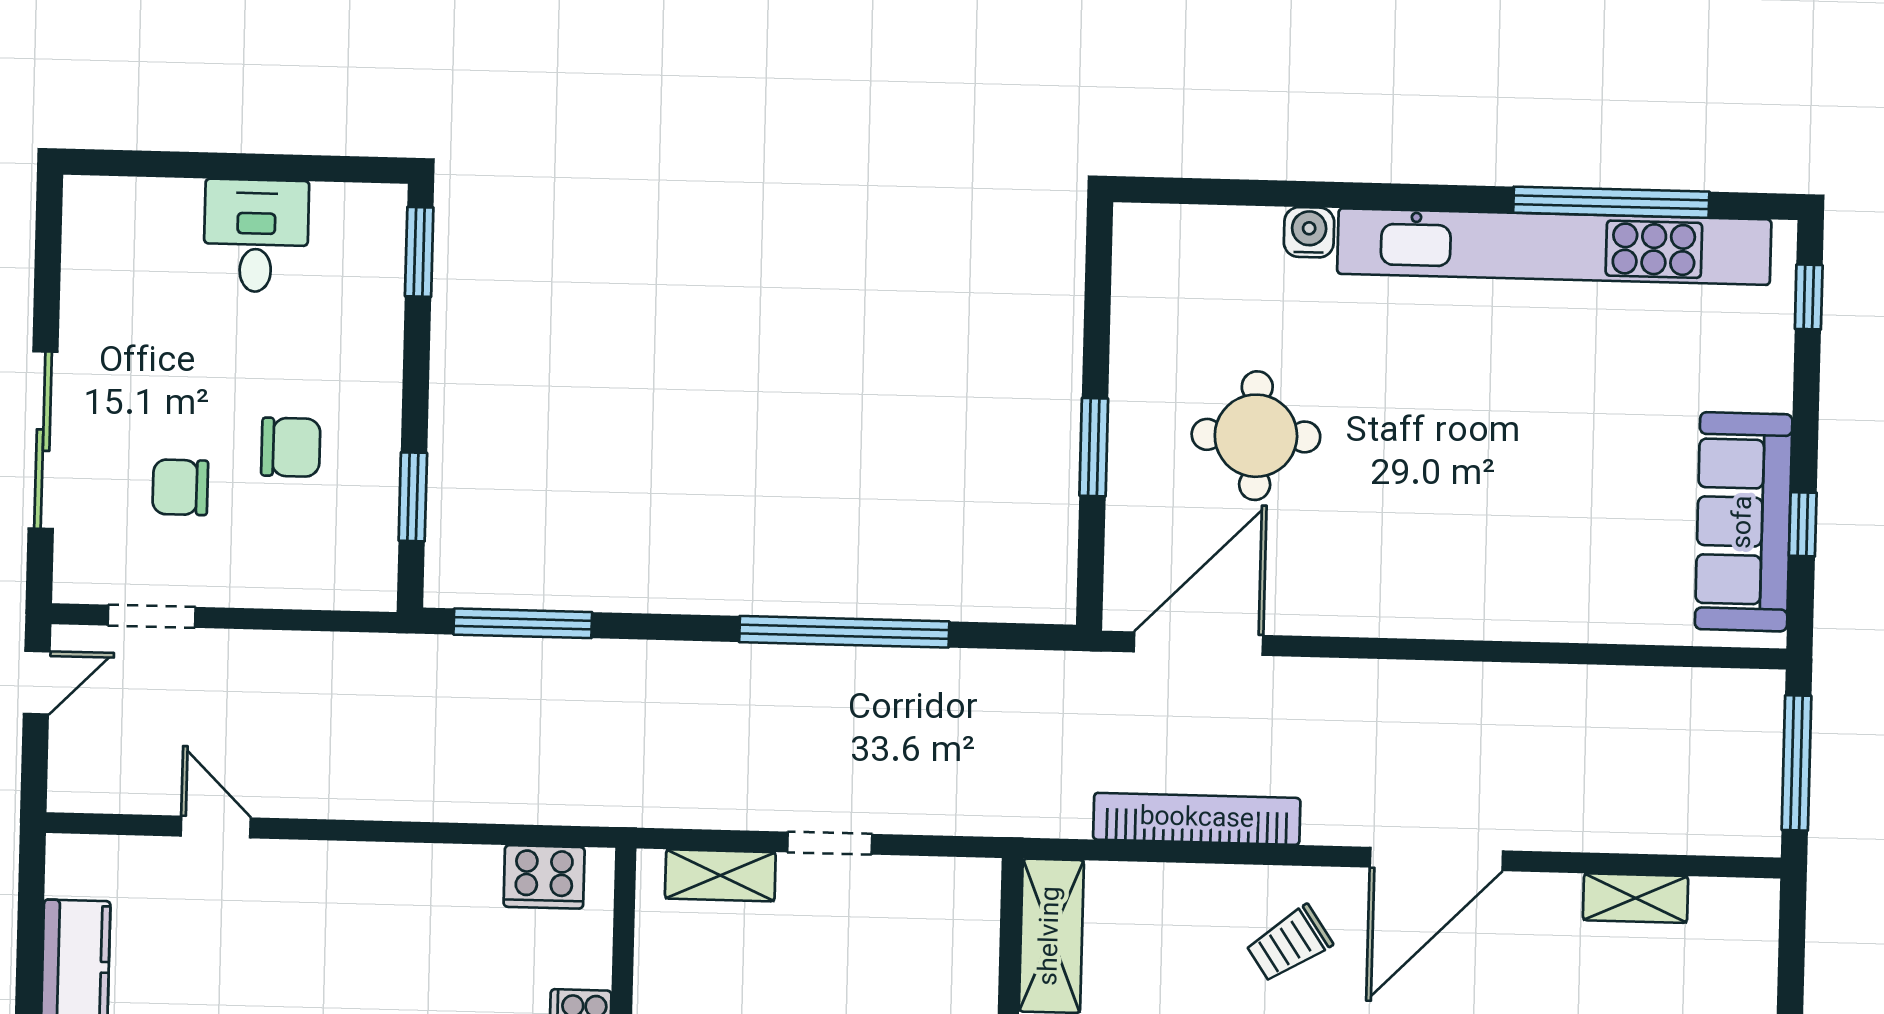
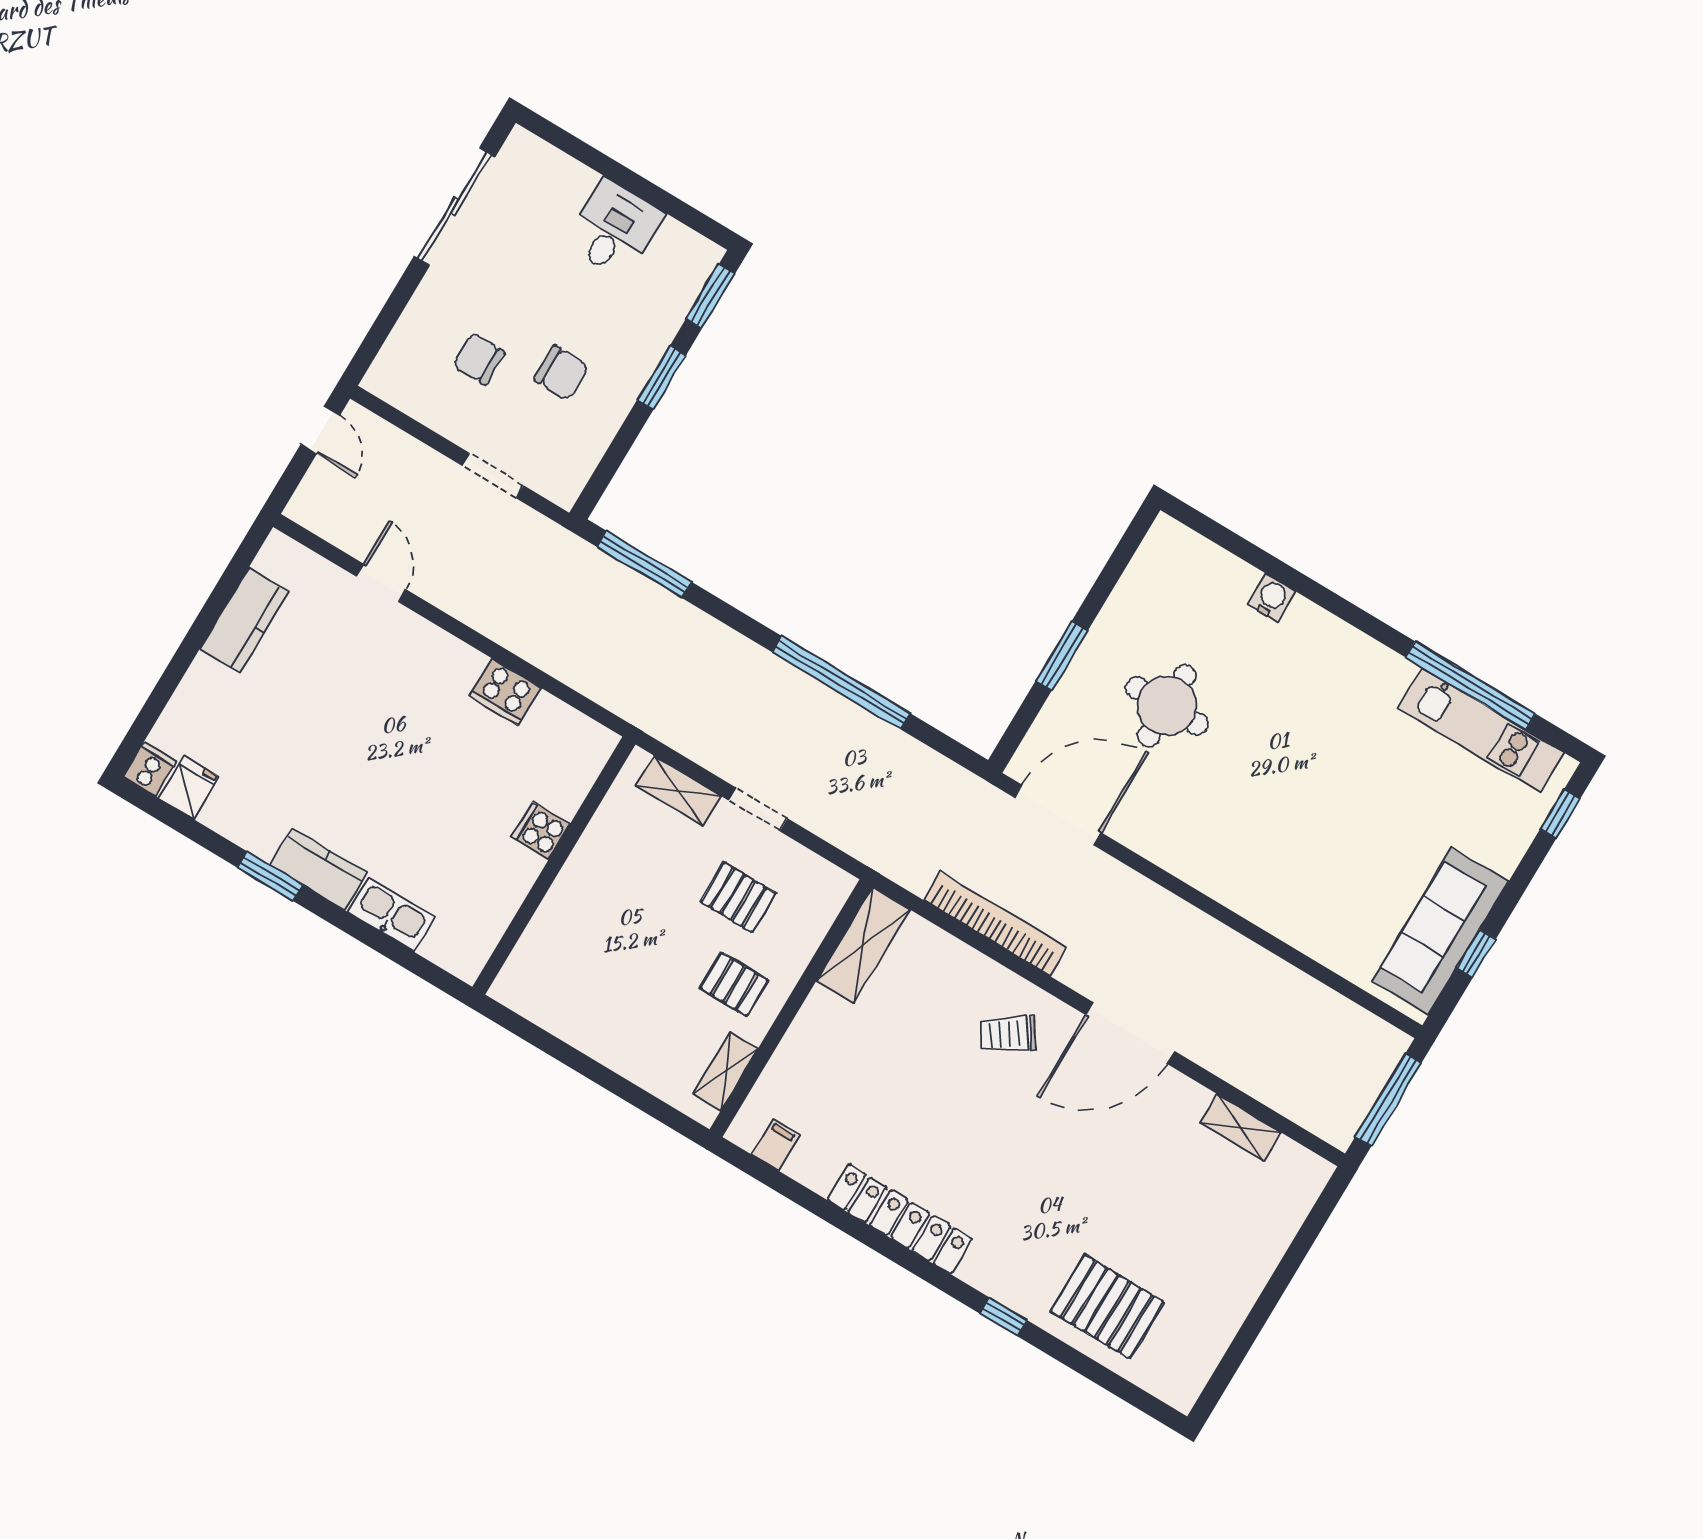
kitchen unit: (1554, 247) -> (1481, 730), width x0.54
sliding door: (43, 440) -> (455, 206), moved
window: (413, 497) -> (662, 378), moved
doorway: (152, 616) -> (493, 476), moved
door: (37, 683) -> (320, 430), hinge flipped
cooker: (544, 877) -> (505, 692), moved
pallet: (866, 964) -> (738, 897), added

